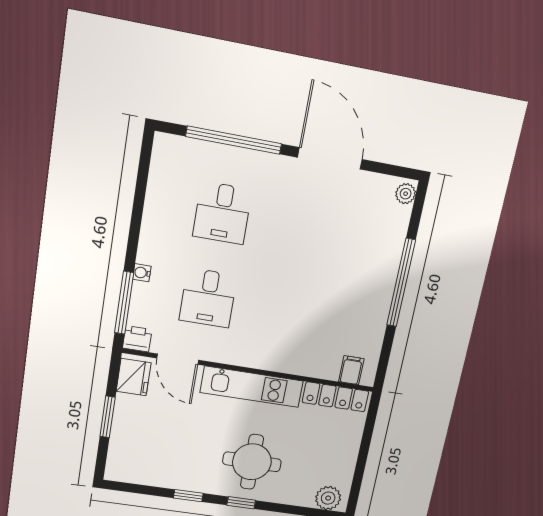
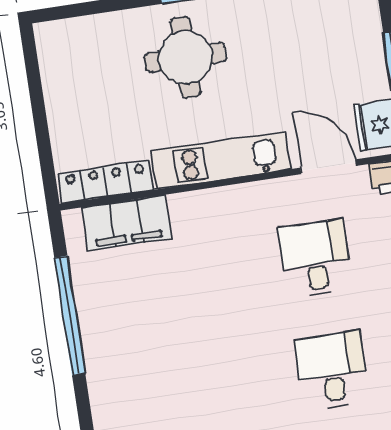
window: (401, 283) -> (70, 315), moved
filing cabinet: (351, 370) -> (127, 223), width x3.00, depth x1.17
plant: (328, 498) -> (64, 37), removed

